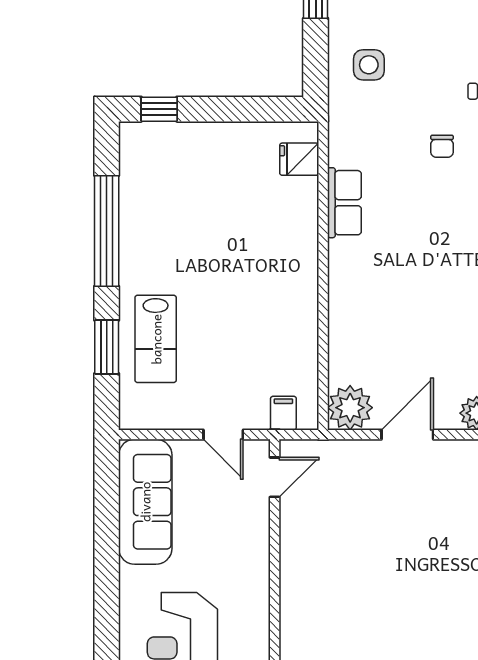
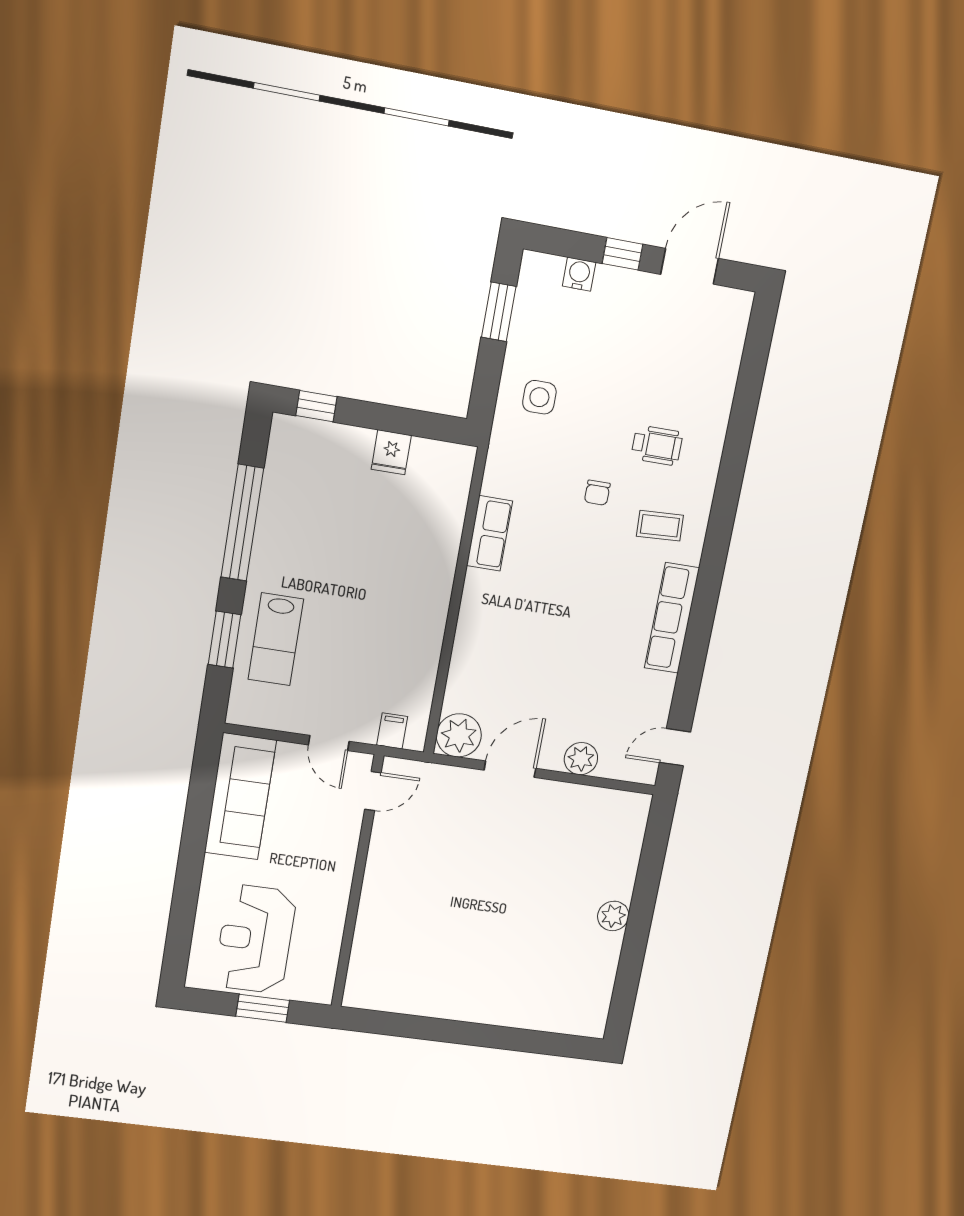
fridge: (299, 159) -> (391, 452), moved, turned -90

